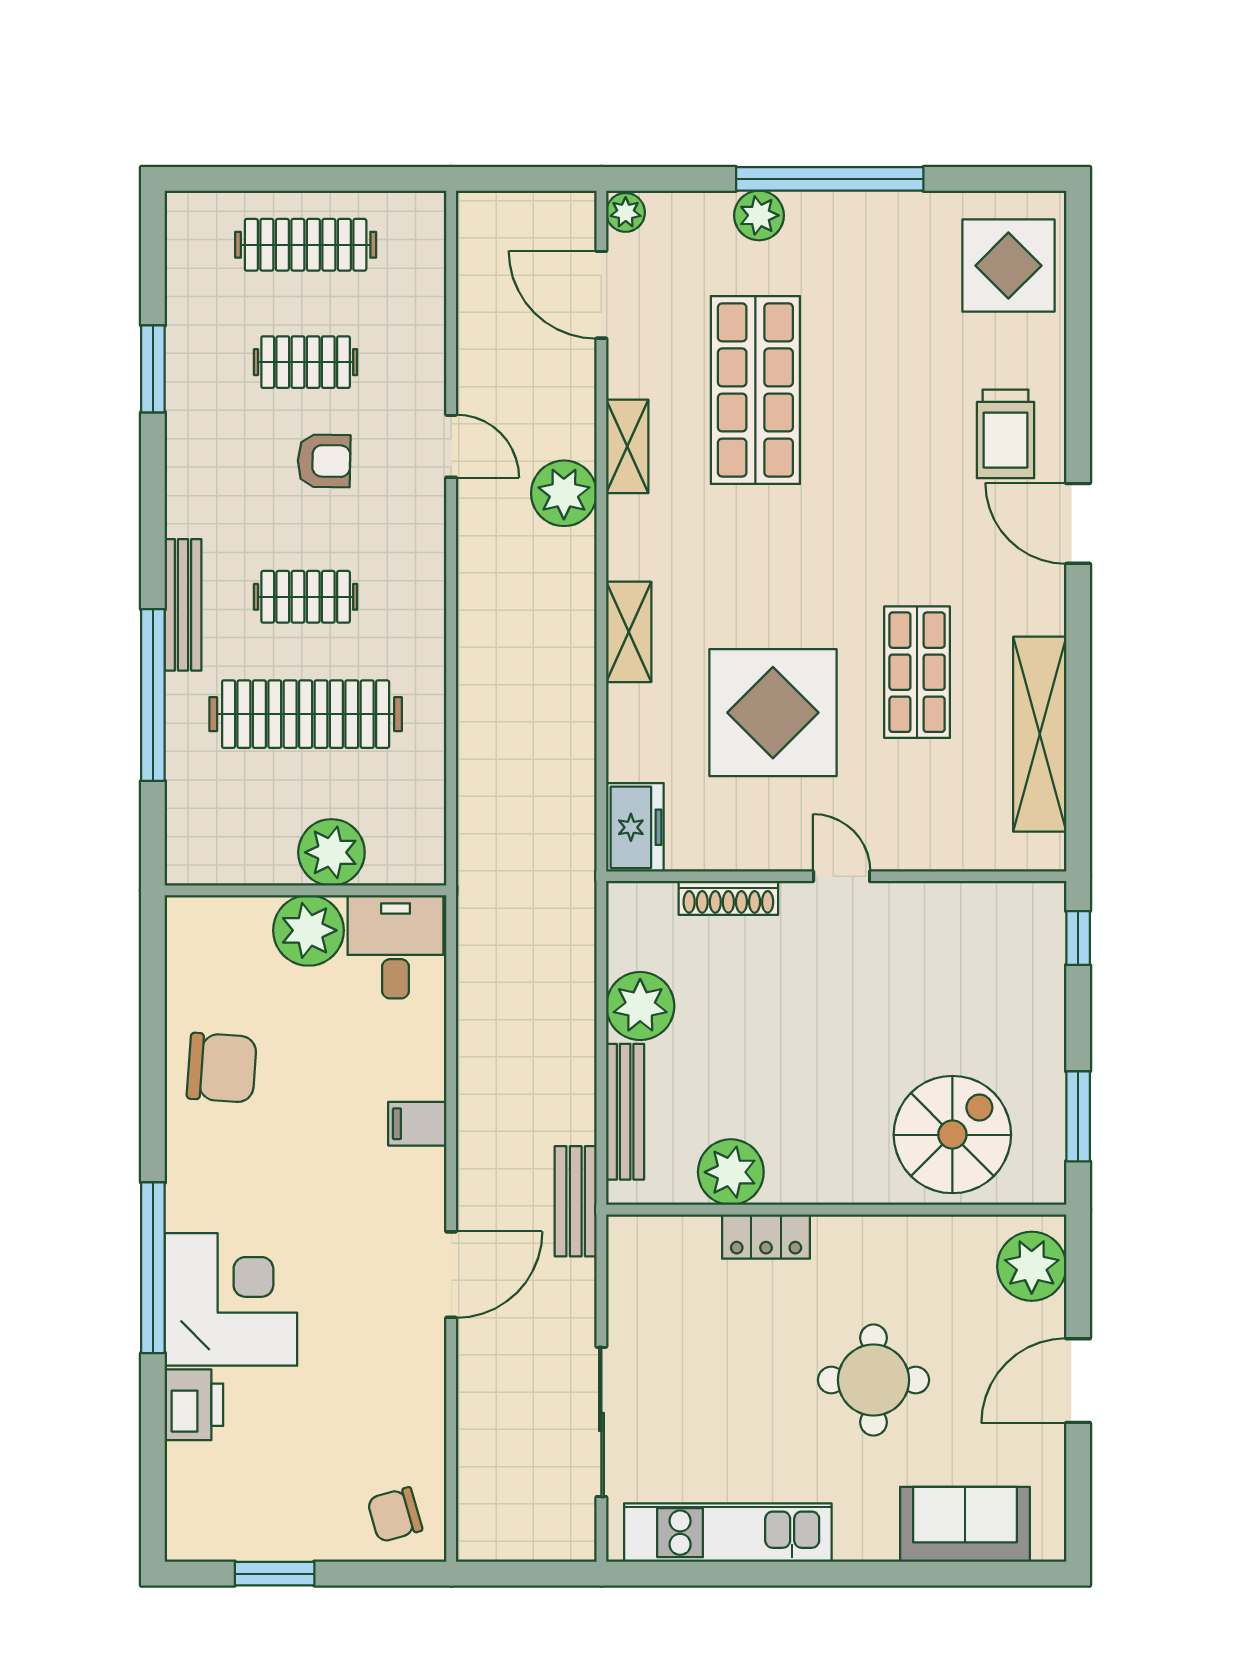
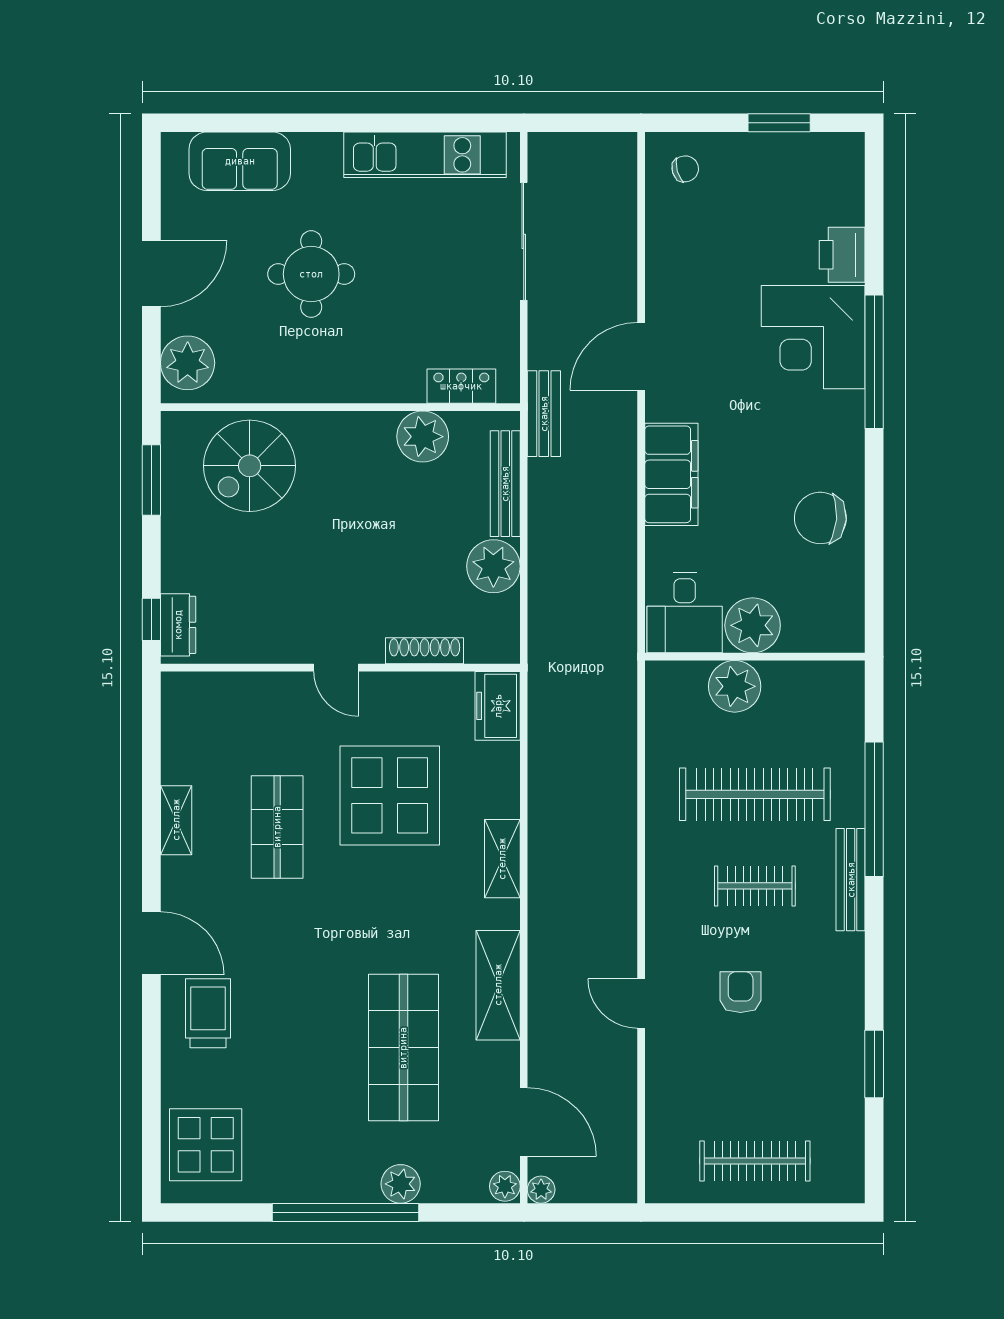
clothes rail: (306, 362) -> (755, 1069), removed
shelving: (627, 446) -> (498, 985), width x1.50, depth x1.33
armchair: (324, 461) -> (741, 992), turned 89
plant: (564, 493) -> (541, 1190), moved, width x0.53, depth x0.53
shelving: (1040, 734) -> (176, 820), width x0.45, depth x0.75
dresser: (1044, 931) -> (178, 625), added
filing cabinet: (417, 1124) -> (671, 474), width x3.00, depth x1.17
locker: (766, 1237) -> (461, 386), moved
chair: (395, 1515) -> (685, 169), width x0.73, depth x0.73

